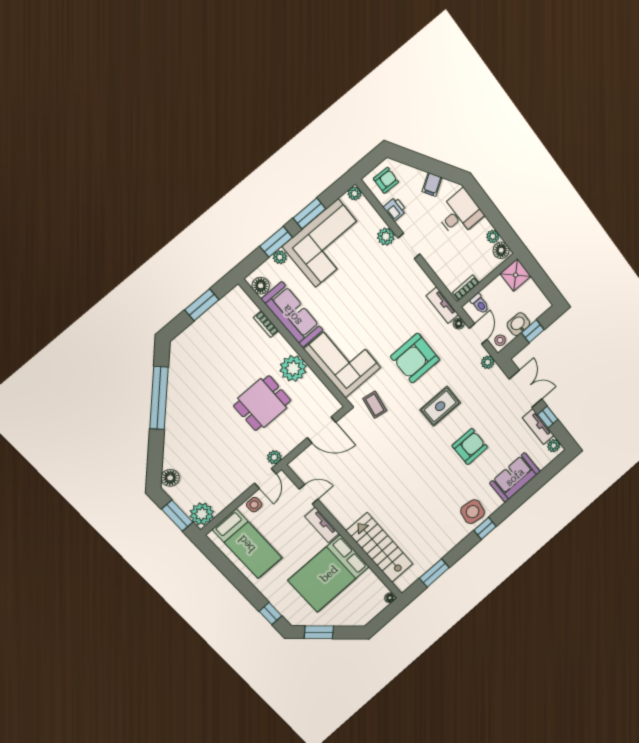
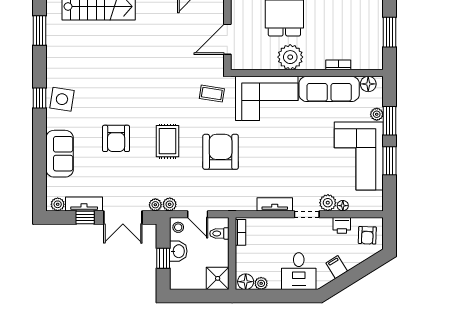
plant: (355, 193) -> (155, 205), moved
tv unit: (442, 305) -> (275, 204), moved
floor lamp: (459, 324) -> (343, 206), moved

